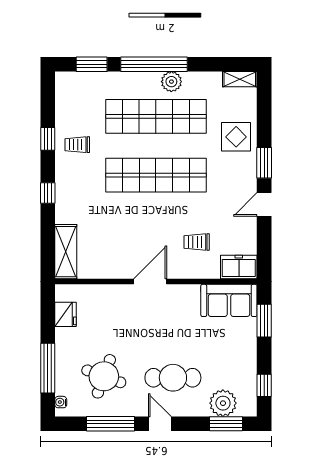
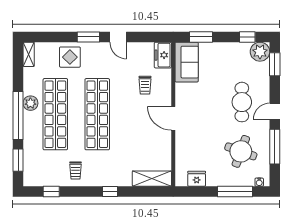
window: (48, 139) -> (51, 191), moved
plant: (223, 403) -> (260, 52), moved

